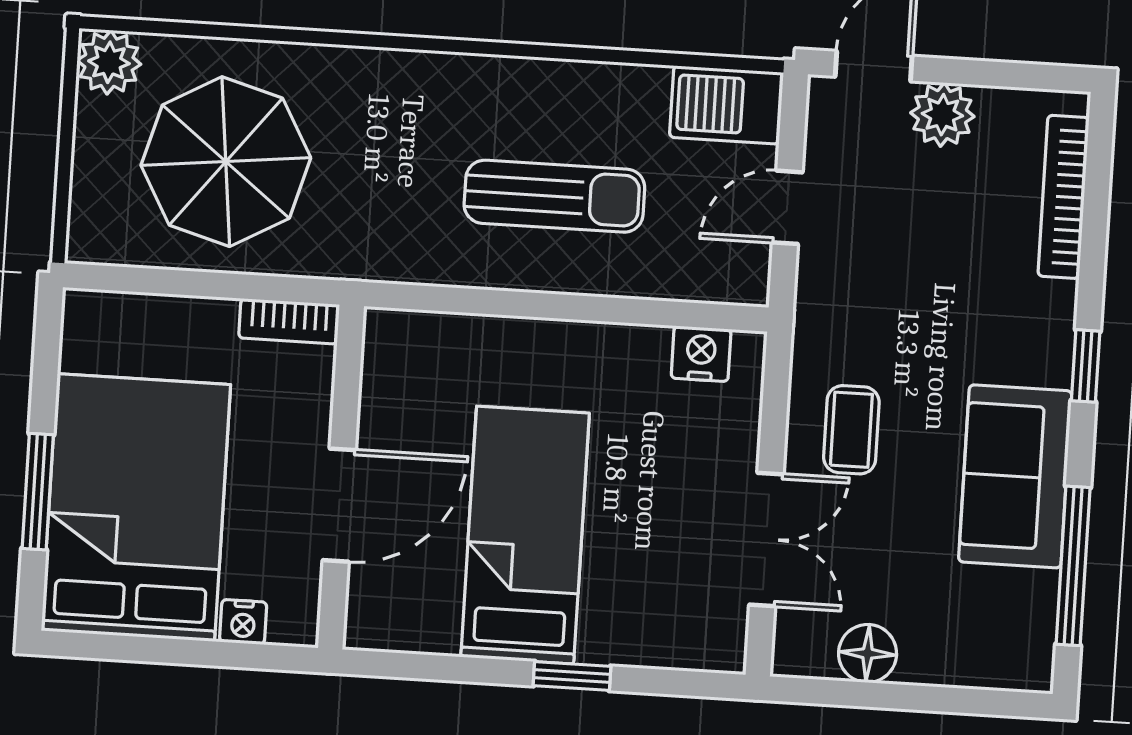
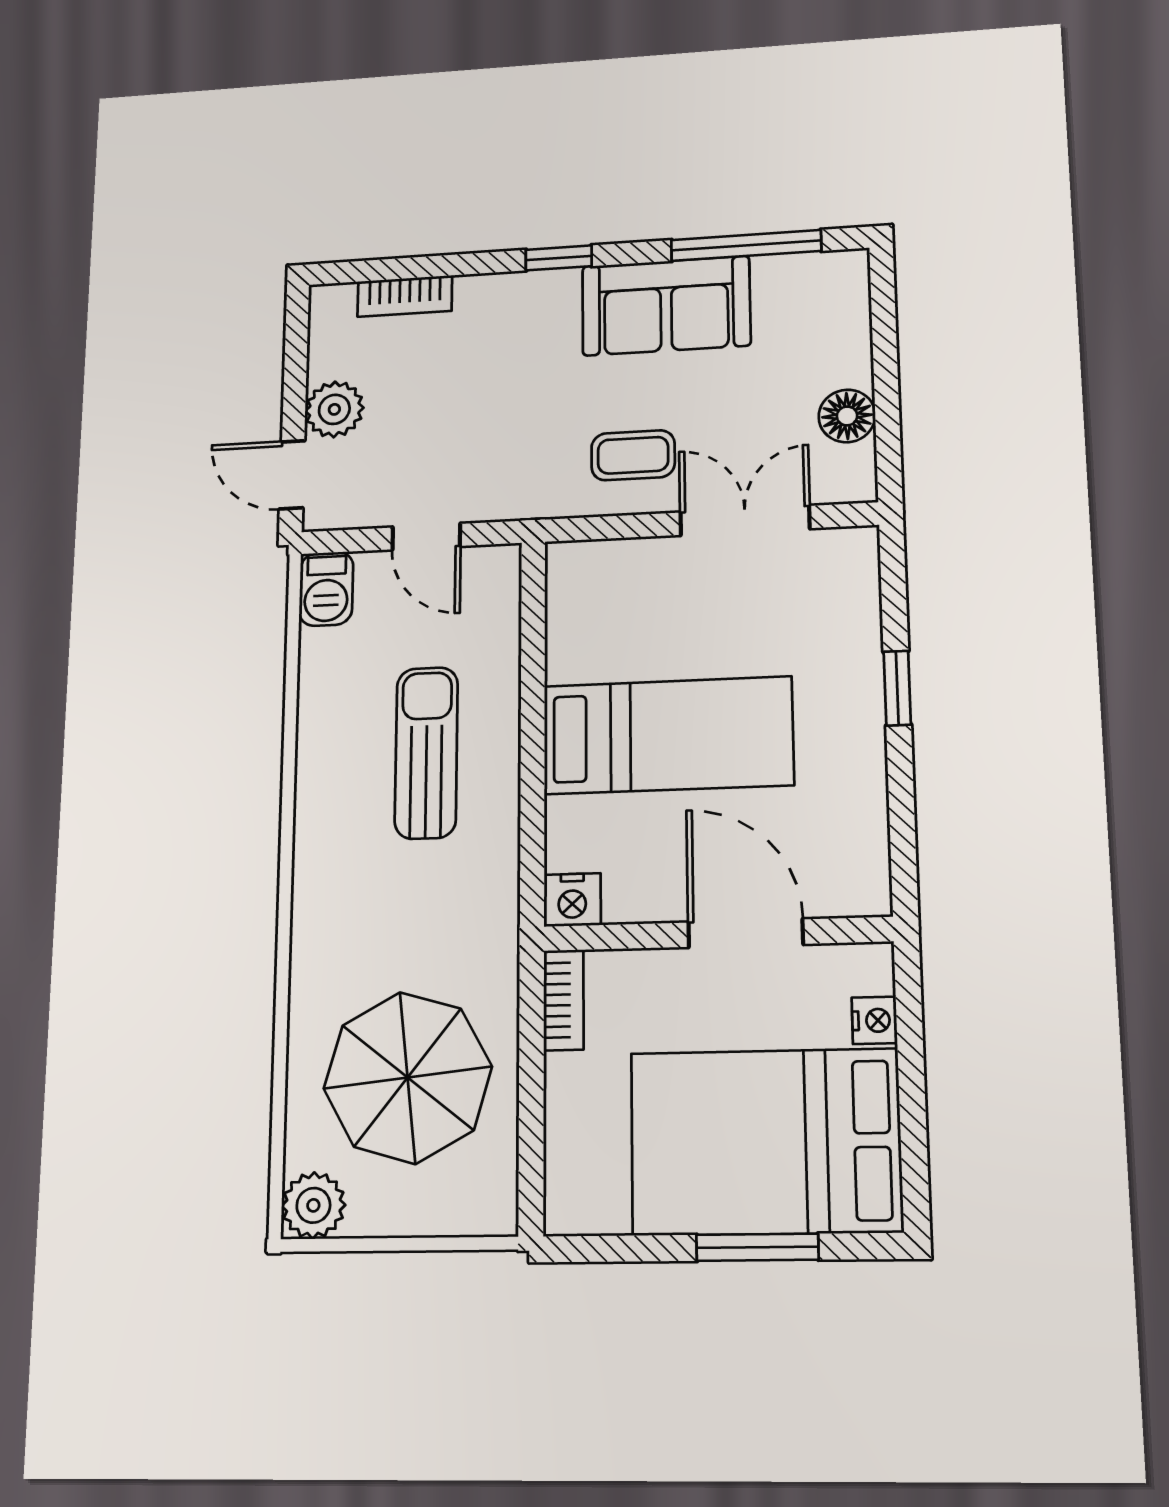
barbecue: (727, 105) -> (326, 589), width x0.73, depth x0.79
bookcase: (1063, 197) -> (405, 296), width x0.64
nightstand: (701, 354) -> (572, 900), moved, turned -90
bed: (525, 535) -> (668, 735), moved, turned 180

